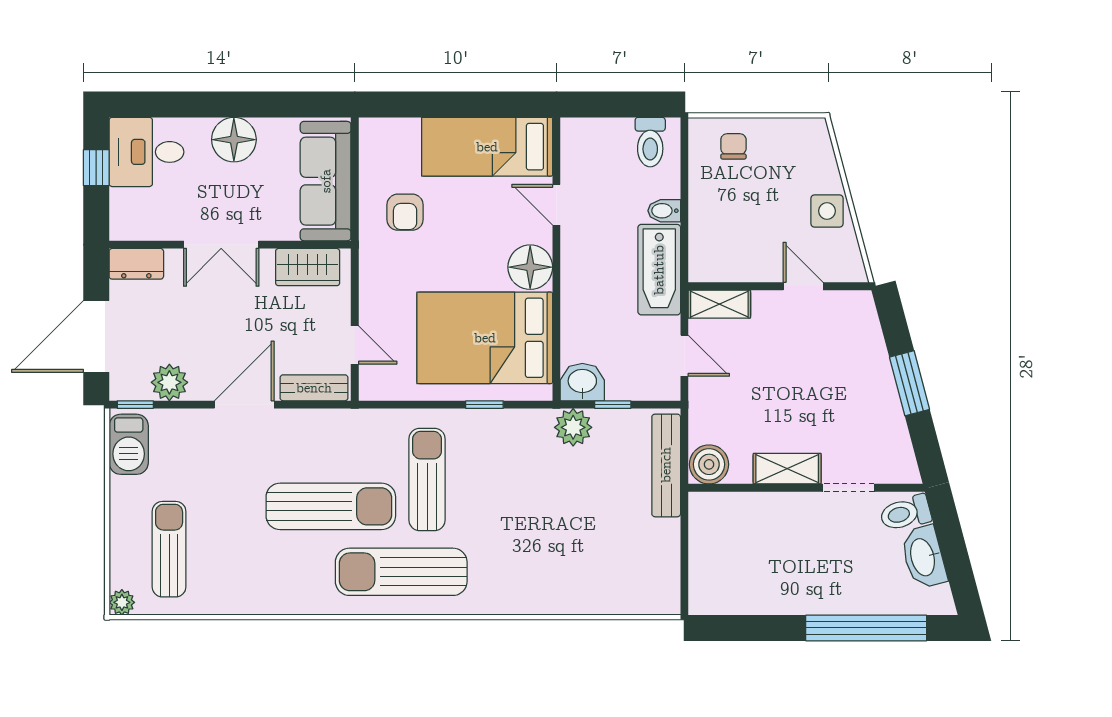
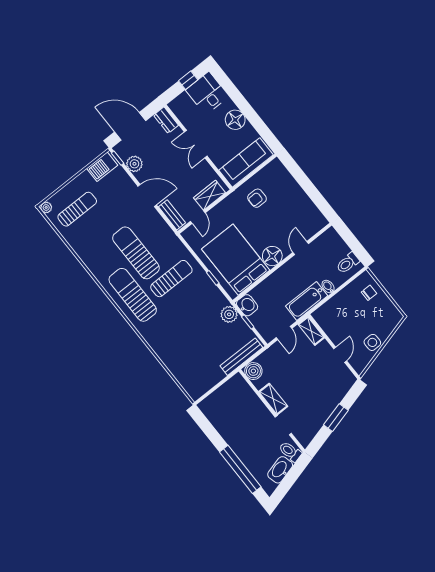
bed: (487, 147) -> (302, 208), removed
wardrobe: (308, 267) -> (210, 195), moved, turned 90
sun lounger: (331, 506) -> (136, 253), turned 180

